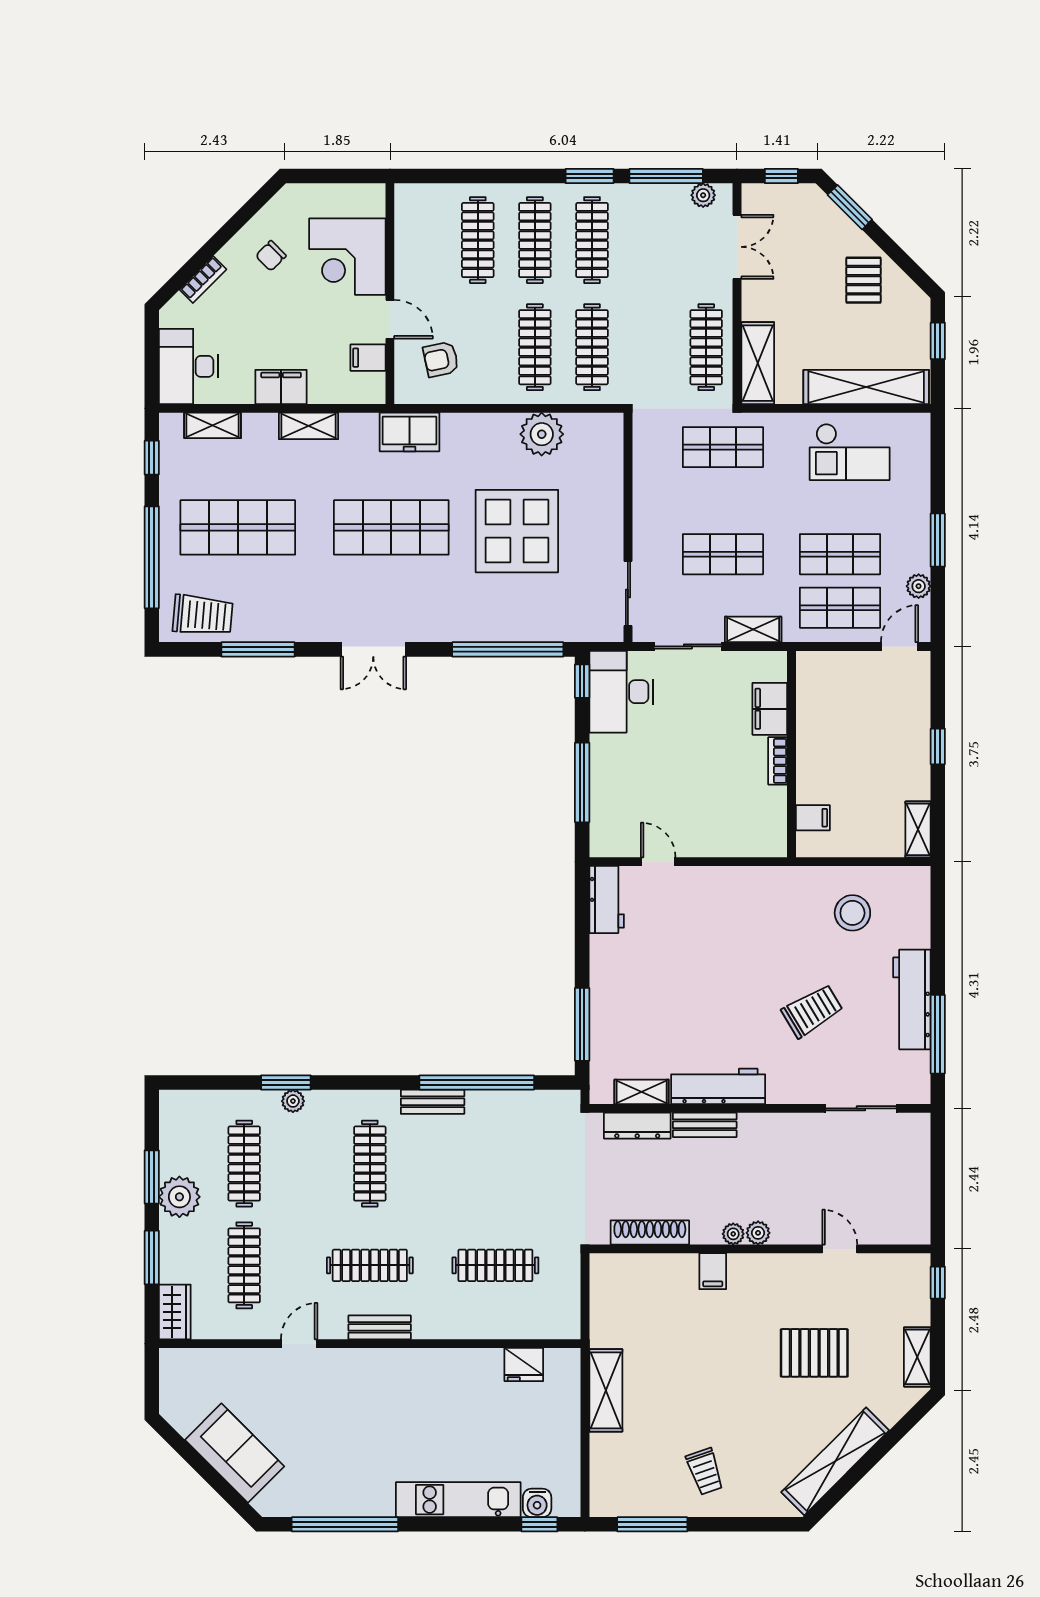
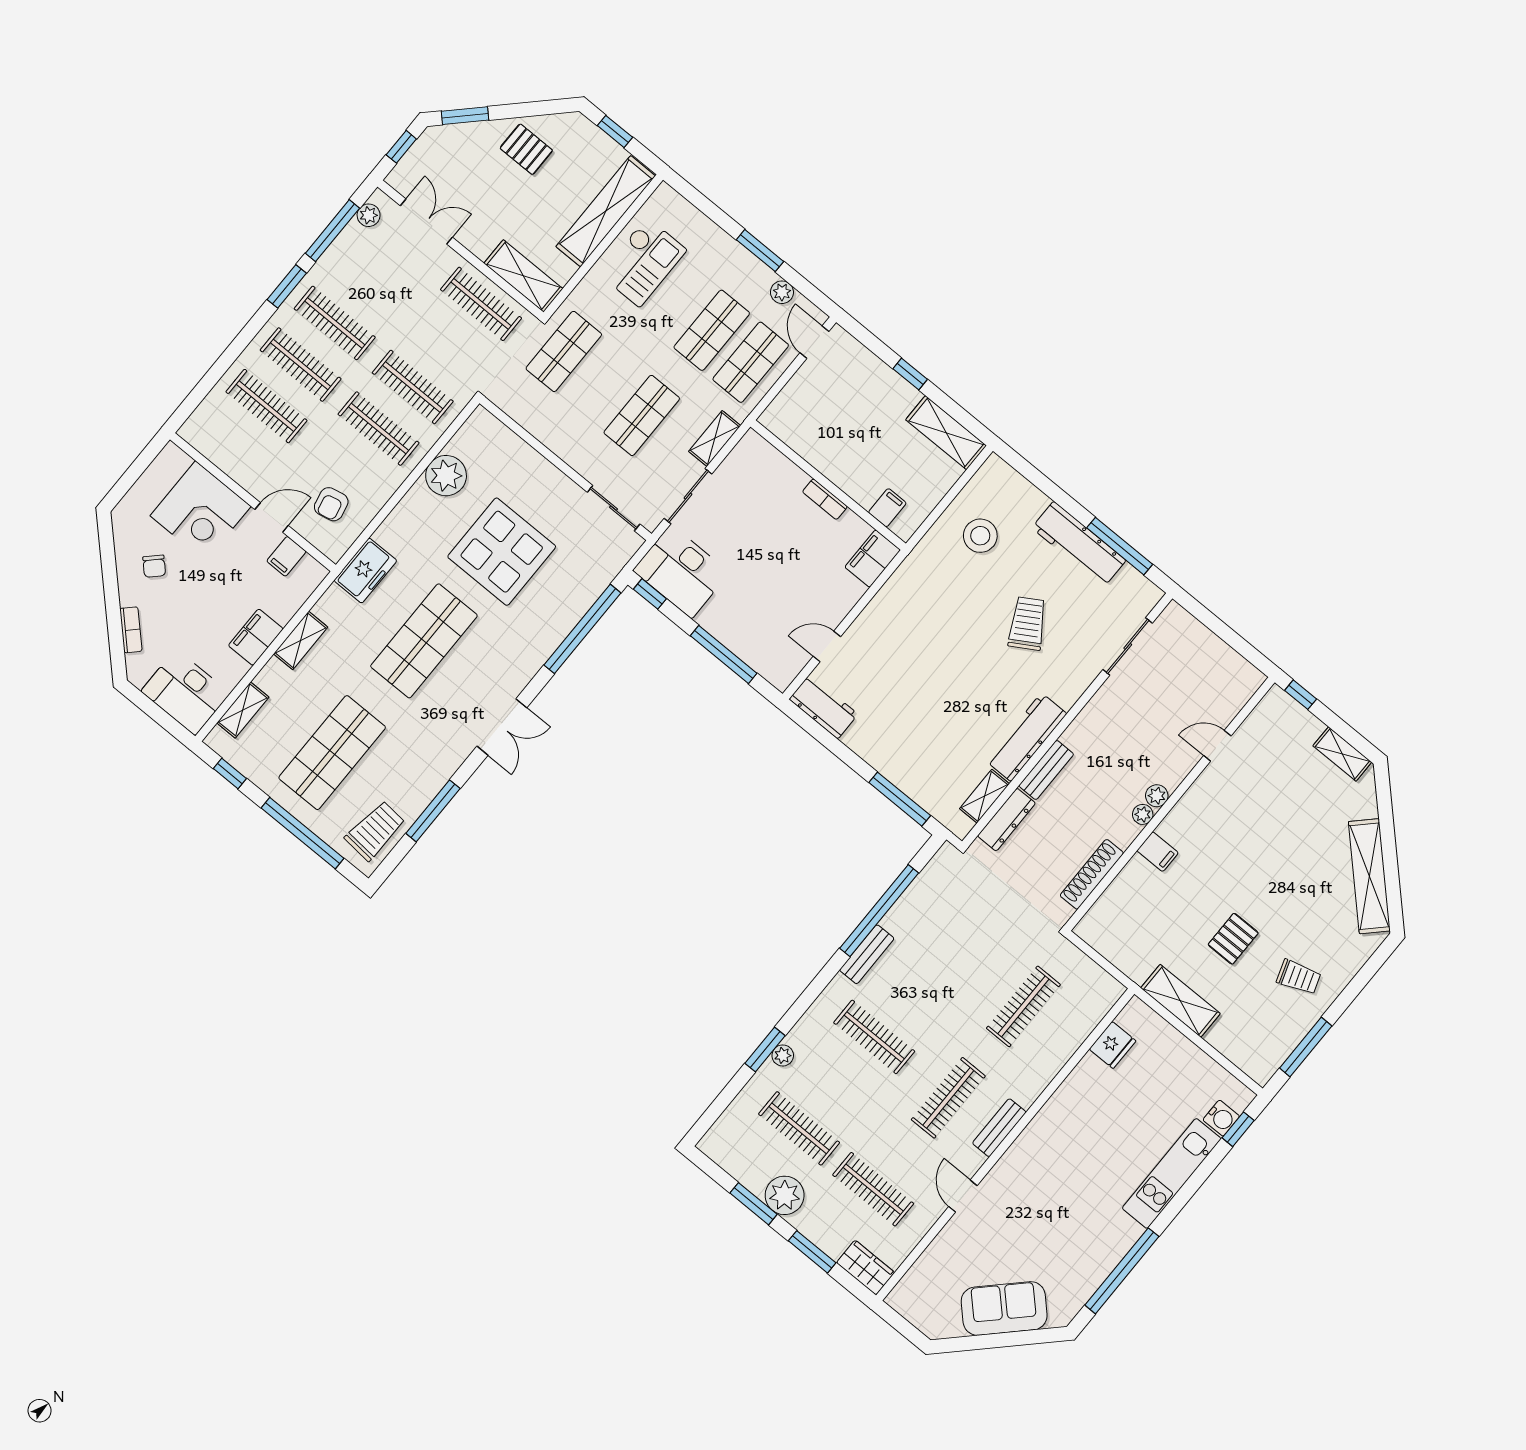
filing cabinet: (770, 709) -> (873, 559), moved, turned 90
shelving: (918, 829) -> (946, 433), width x1.50, depth x1.33
pallet: (814, 1353) -> (1233, 939), moved, width x0.67, depth x0.71

